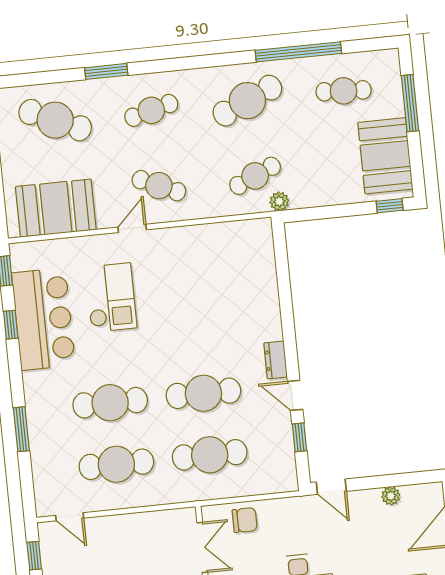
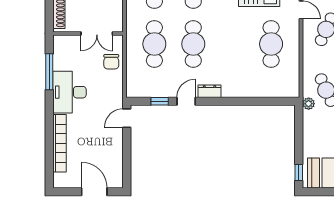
cafe table: (191, 270) -> (271, 44), added
plant: (391, 496) -> (117, 155), removed

